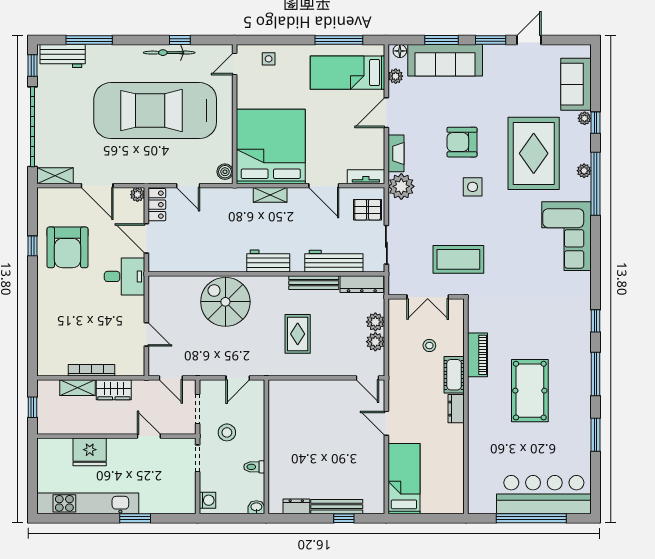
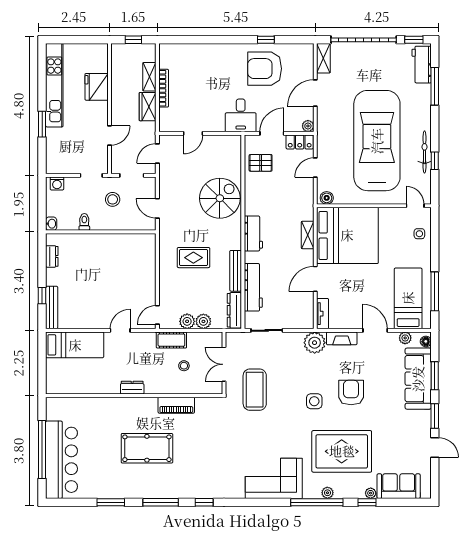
pallet: (368, 210) -> (261, 163), moved, turned 90
cot: (454, 375) -> (171, 340), moved
bench: (337, 507) -> (52, 307), moved

